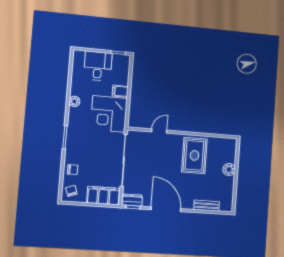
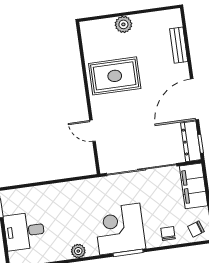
filing cabinet: (120, 91) -> (51, 194), removed
corner desk: (109, 114) -> (120, 229), moved, turned 180
dresser: (132, 200) -> (191, 141), width x1.44

